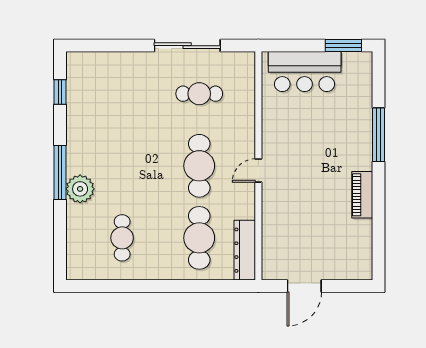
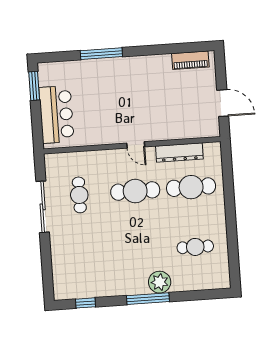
piano: (362, 195) -> (190, 60), moved
dresser: (245, 250) -> (179, 152), moved

